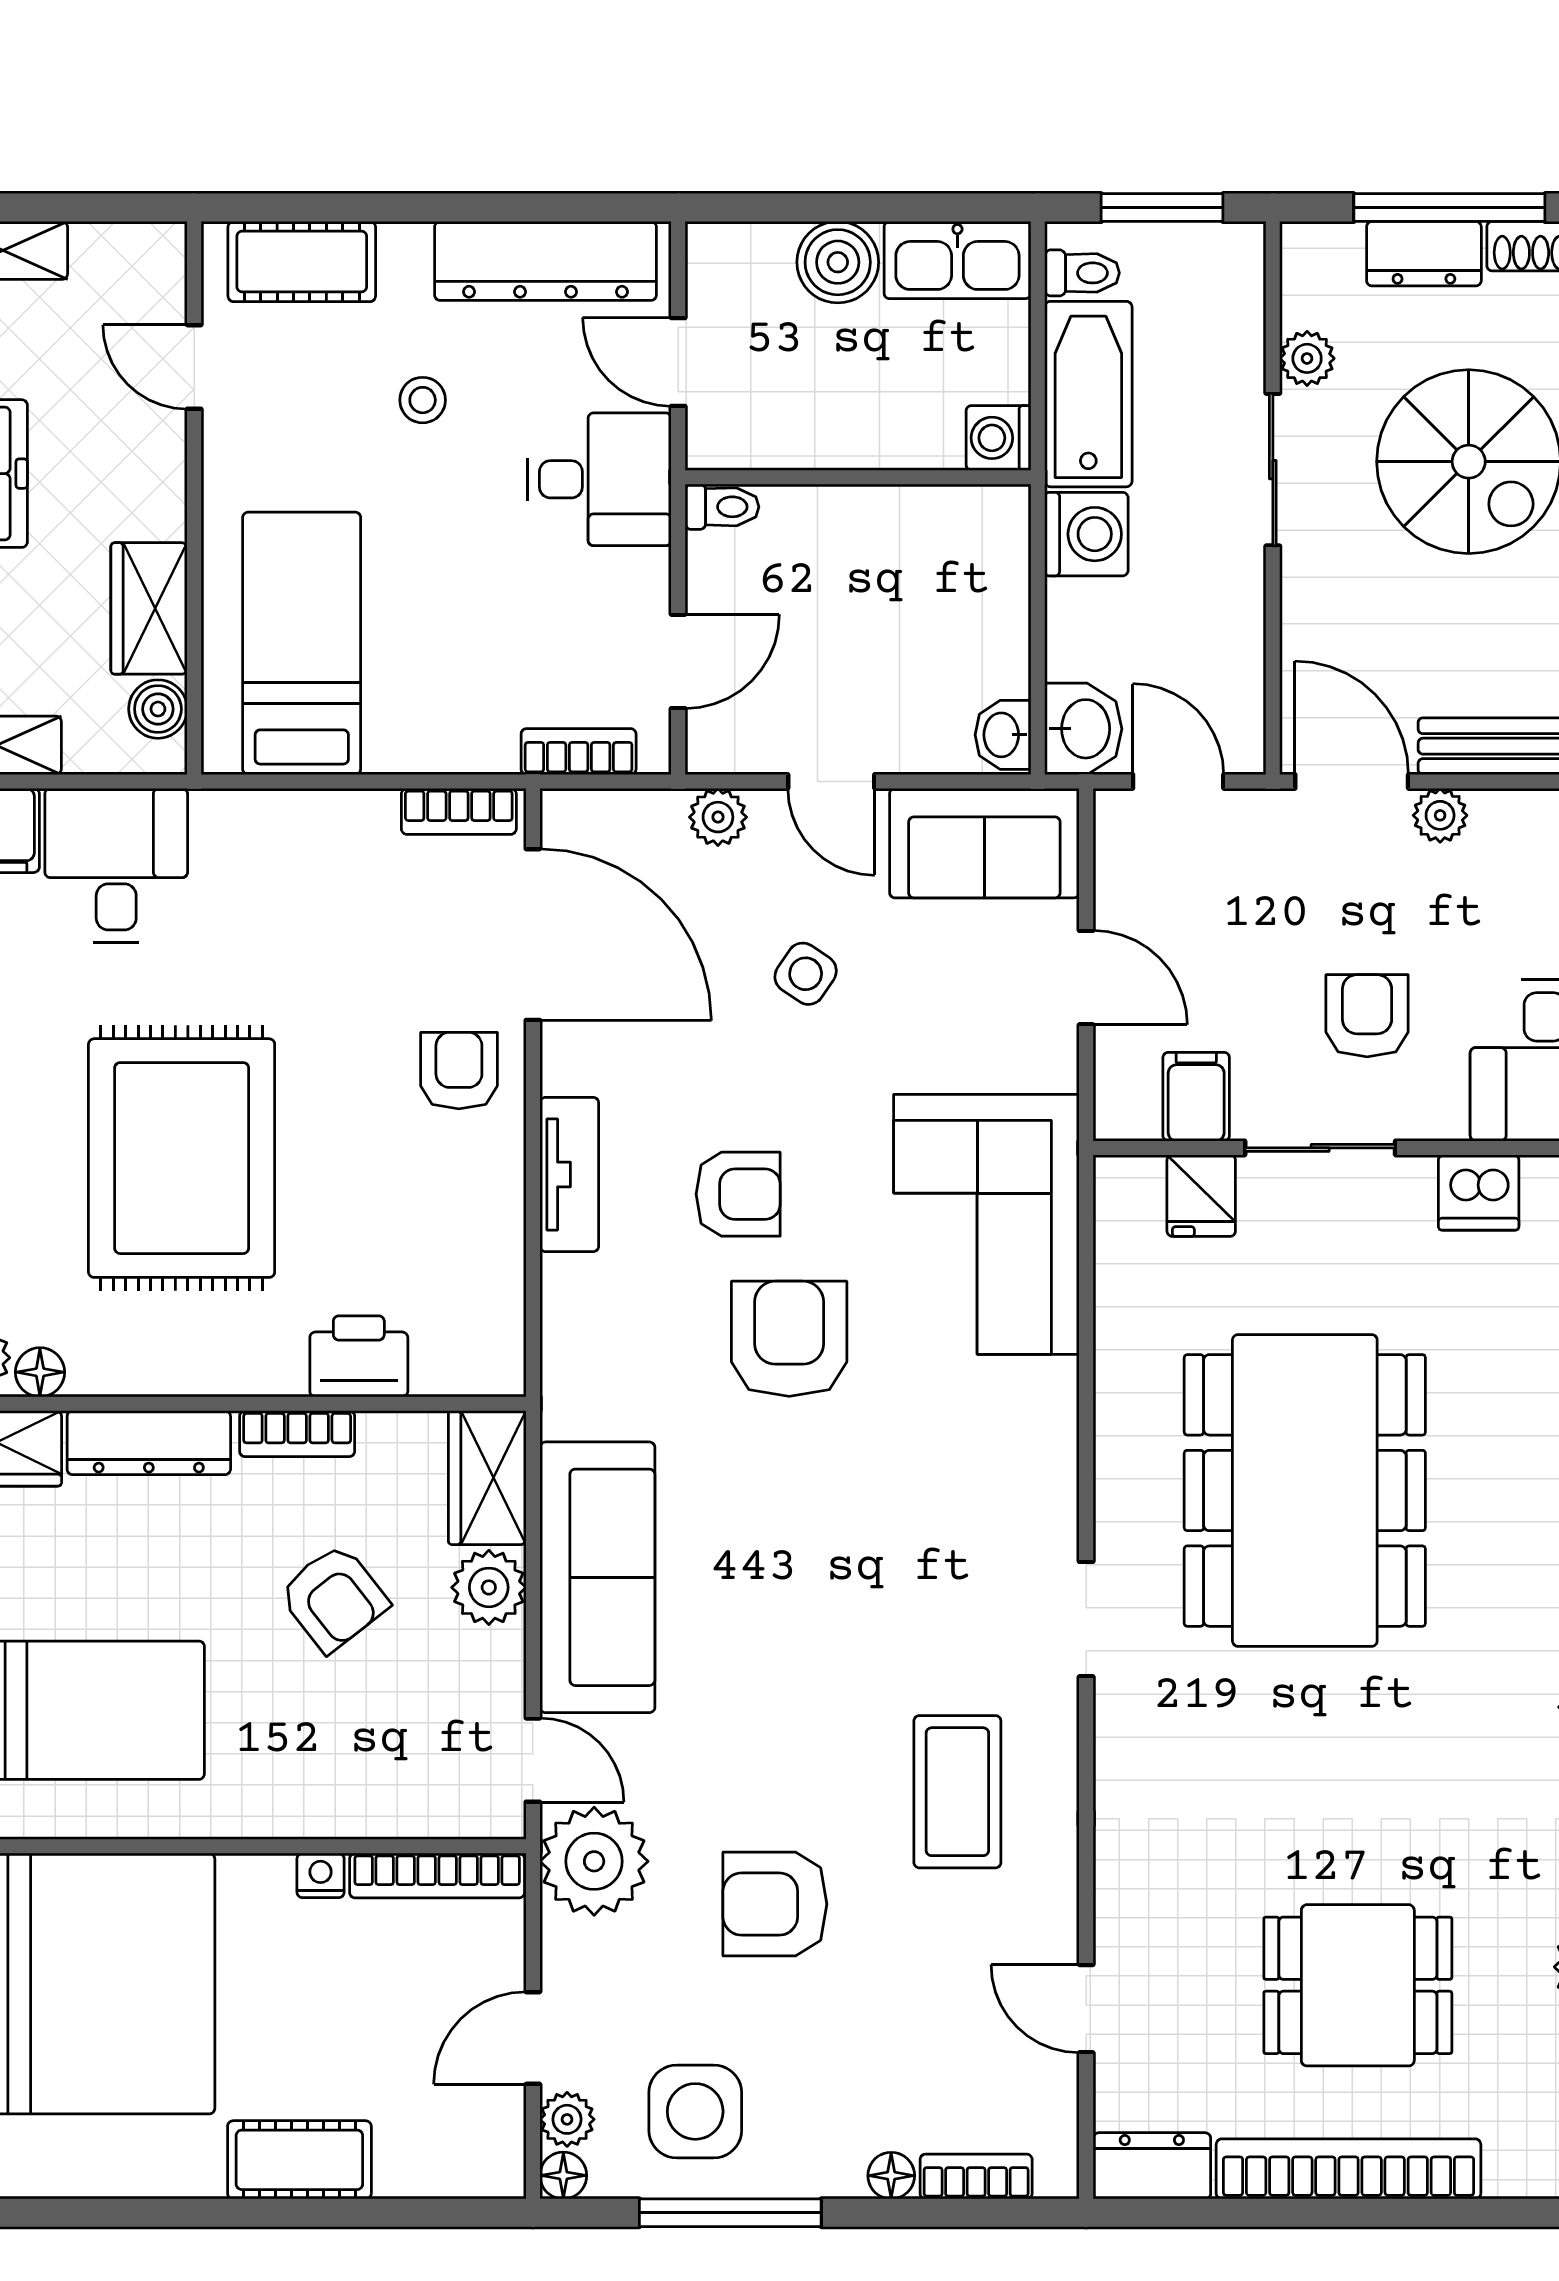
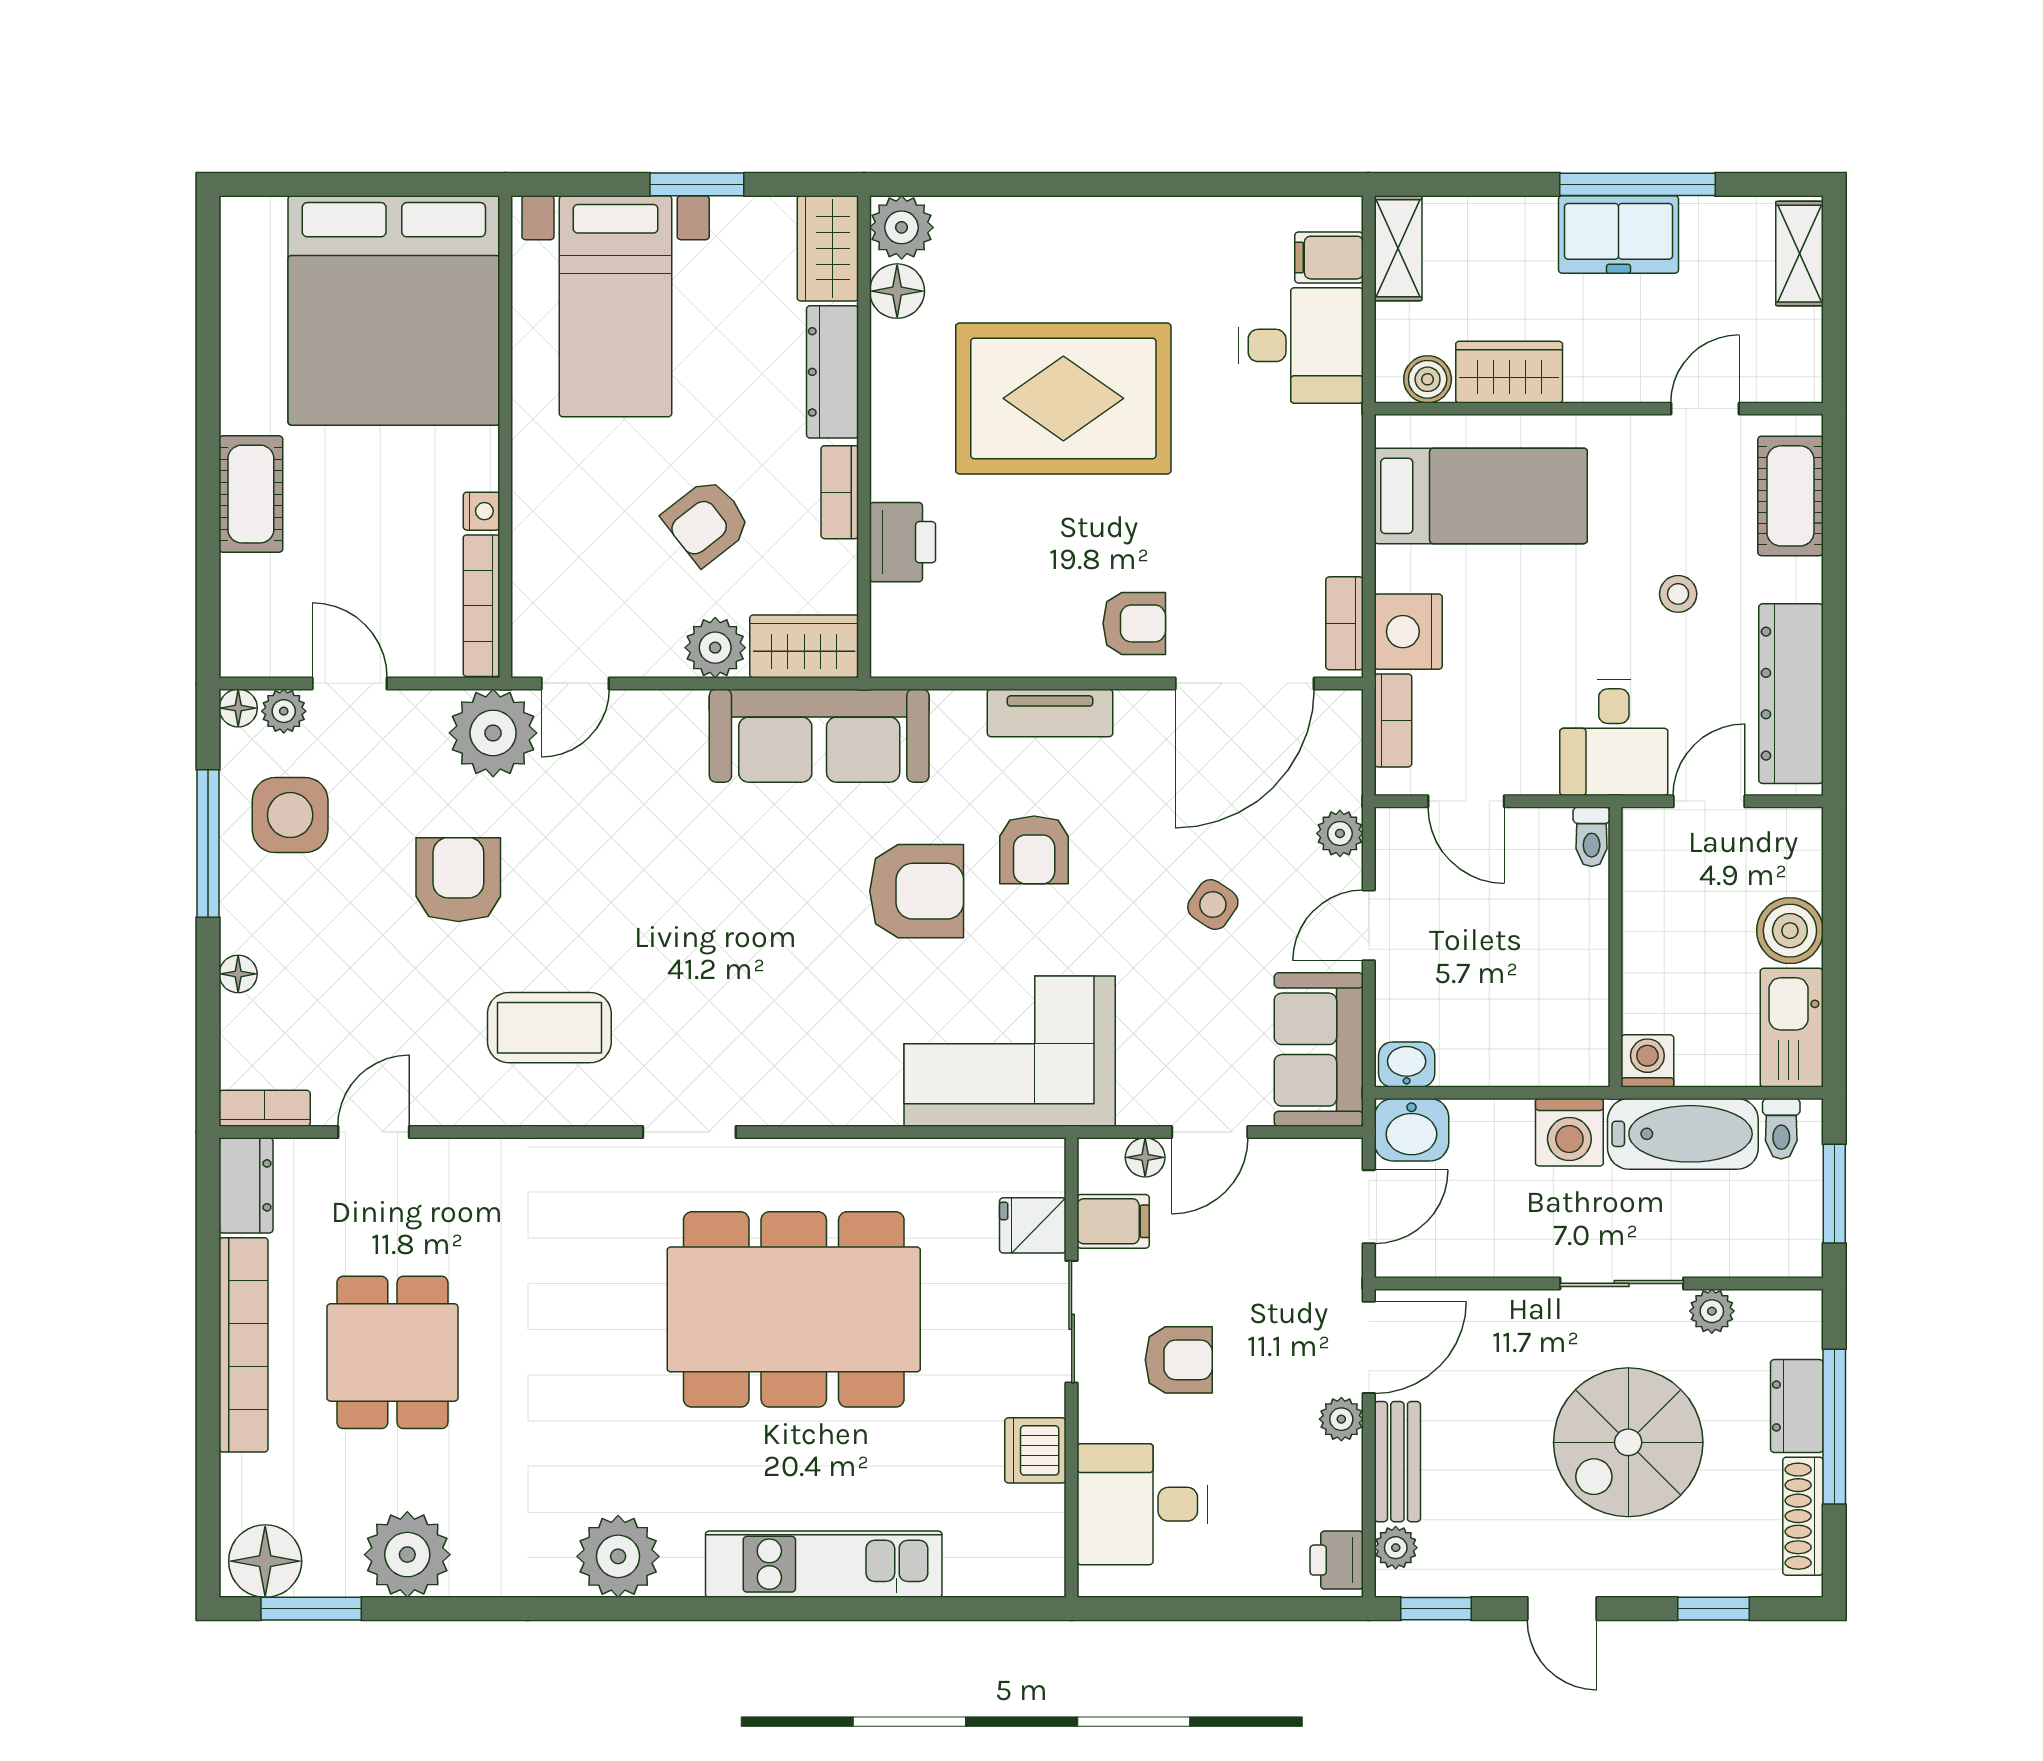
nightstand: (469, 733) -> (1408, 632), added
floor lamp: (1117, 1057) -> (1145, 1157), added
floor lamp: (40, 1372) -> (897, 291), width x1.37, depth x1.37
sofa: (597, 1577) -> (819, 736), moved
bookcase: (976, 2177) -> (265, 1108), moved, turned -90

